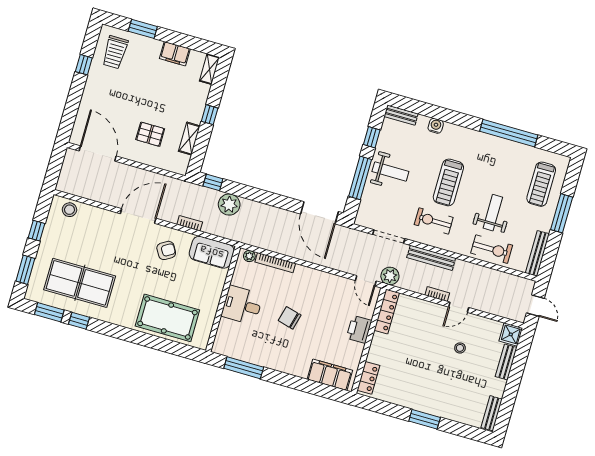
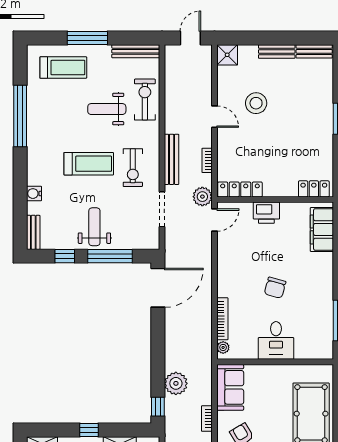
bookcase: (437, 294) -> (207, 160), moved
stool: (460, 348) -> (256, 103), width x1.89, depth x1.89
bench: (506, 362) -> (277, 51), moved

